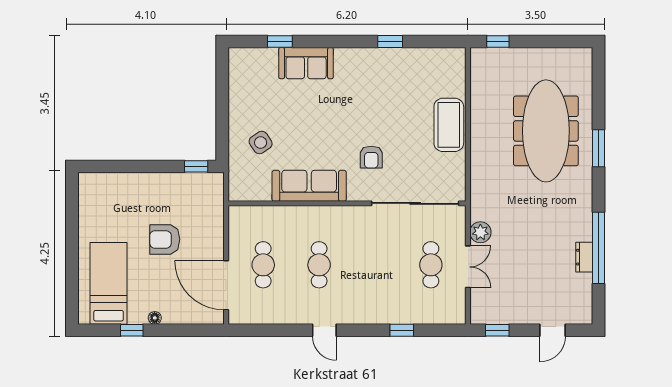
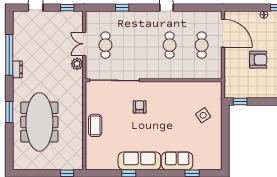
coffee table: (449, 125) -> (95, 125), width x0.73, depth x0.76
sofa: (309, 186) -> (139, 161), moved, turned 180
dresser: (584, 257) -> (17, 69), moved

